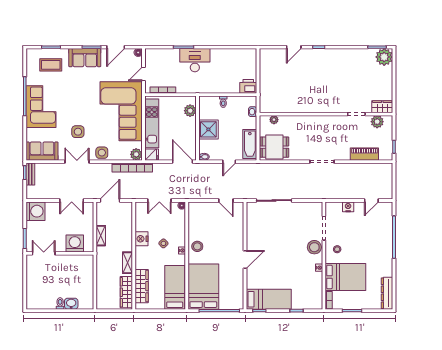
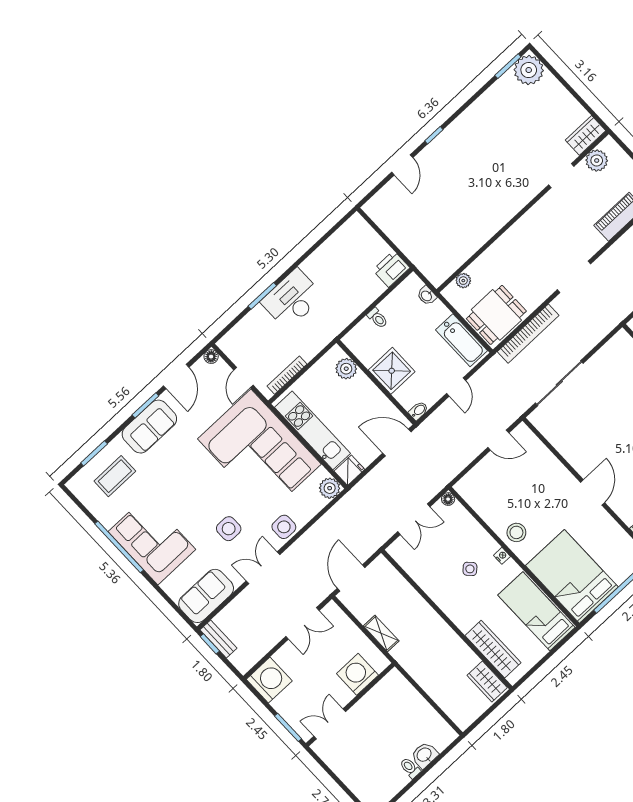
bookcase: (132, 167) -> (528, 334), moved
nightstand: (141, 239) -> (437, 589), removed
shelving: (128, 263) -> (447, 636), removed
wardrobe: (126, 292) -> (487, 682), width x0.67

